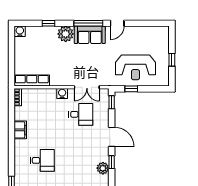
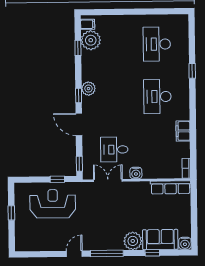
sofa: (90, 35) -> (160, 240), moved
desk: (42, 160) -> (157, 97), width x1.37

